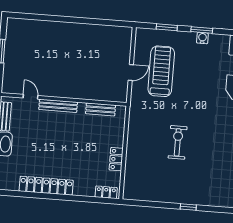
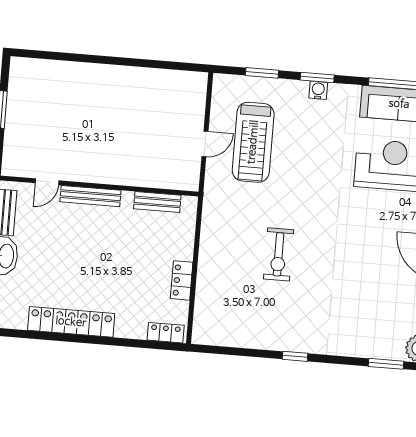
treadmill: (161, 71) -> (253, 142), turned 180
door: (31, 97) -> (47, 182), swing flipped
exercise bike: (178, 142) -> (279, 254), turned 180

